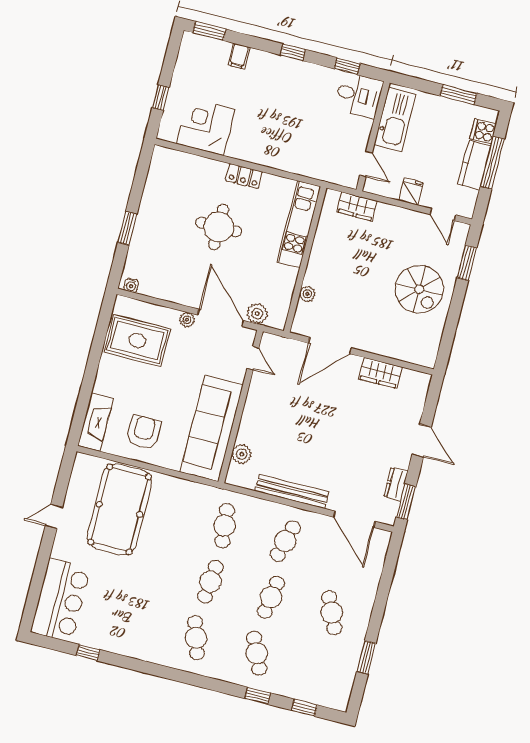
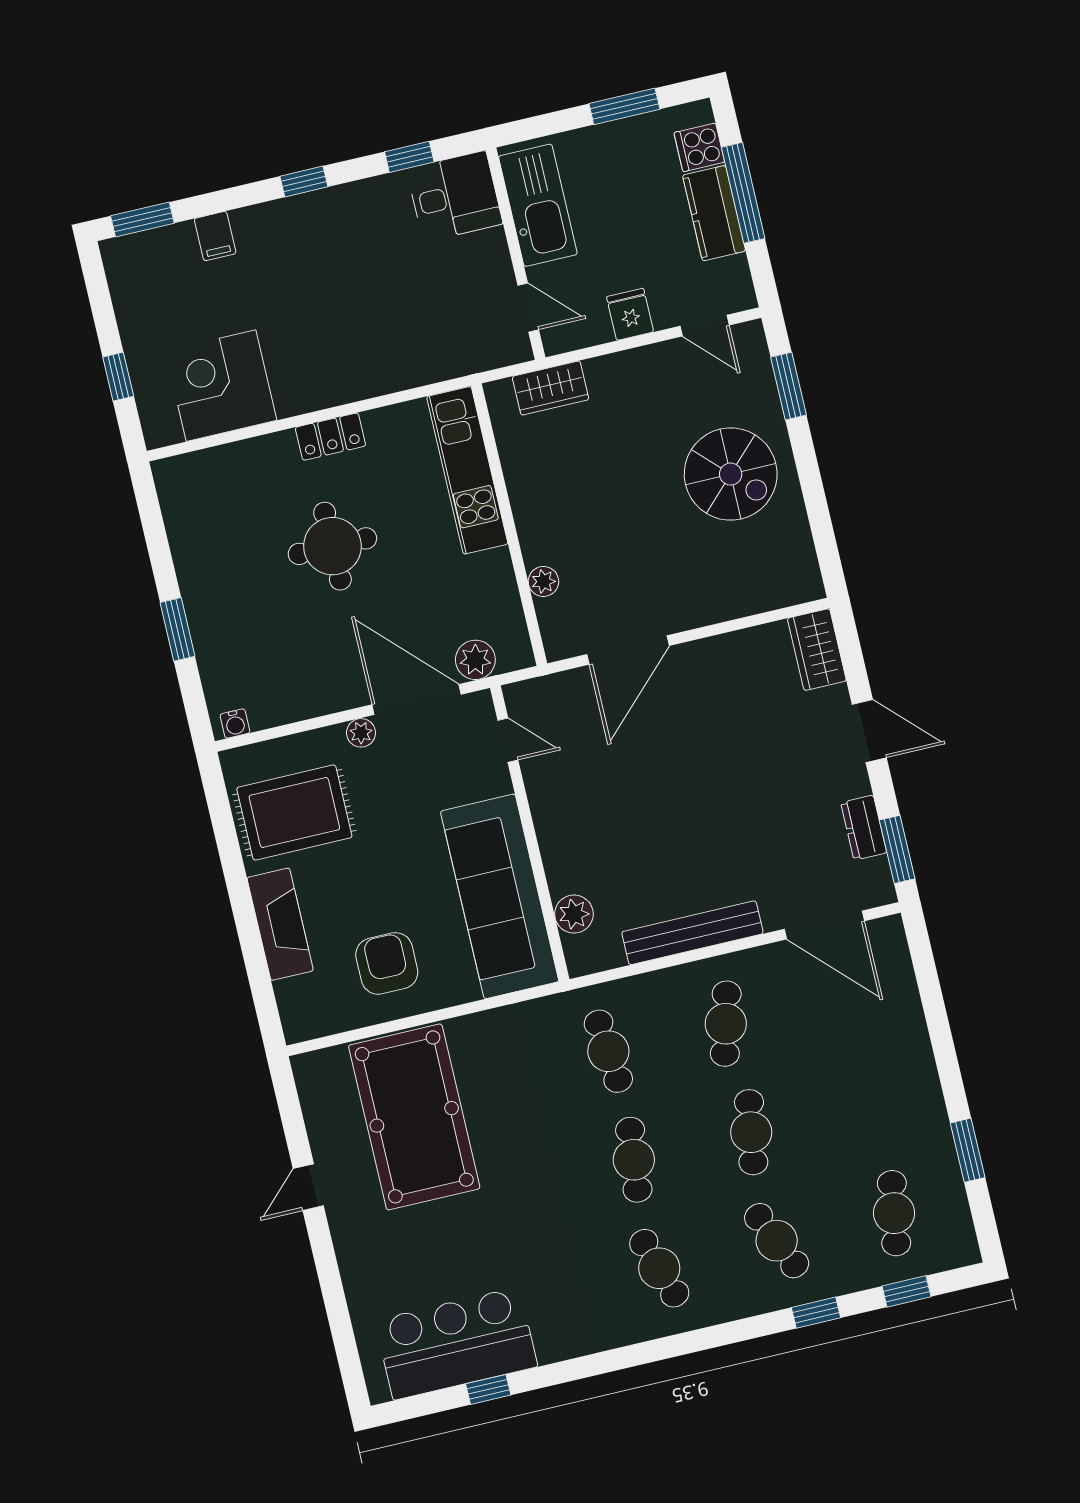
wardrobe: (380, 373) -> (817, 650), moved, turned 90
fireplace: (95, 422) -> (280, 924), moved
bar counter: (61, 600) -> (456, 1343), moved, turned -90
cafe table: (332, 613) -> (894, 1213), moved, turned 33

